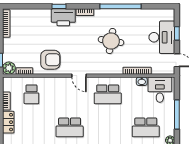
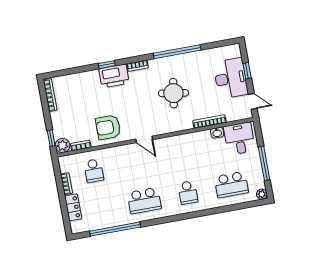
armchair: (50, 60) -> (108, 127), turned 180
school desk: (108, 94) -> (188, 193), moved, width x0.54

